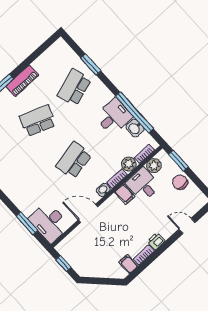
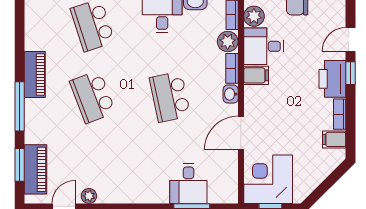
school desk: (38, 121) -> (93, 97), turned -42
desk: (49, 222) -> (188, 184), moved, width x0.73
printer: (156, 241) -> (332, 79), width x1.87, depth x1.48
window: (170, 241) -> (351, 73), added
corner desk: (77, 249) -> (268, 179), added

